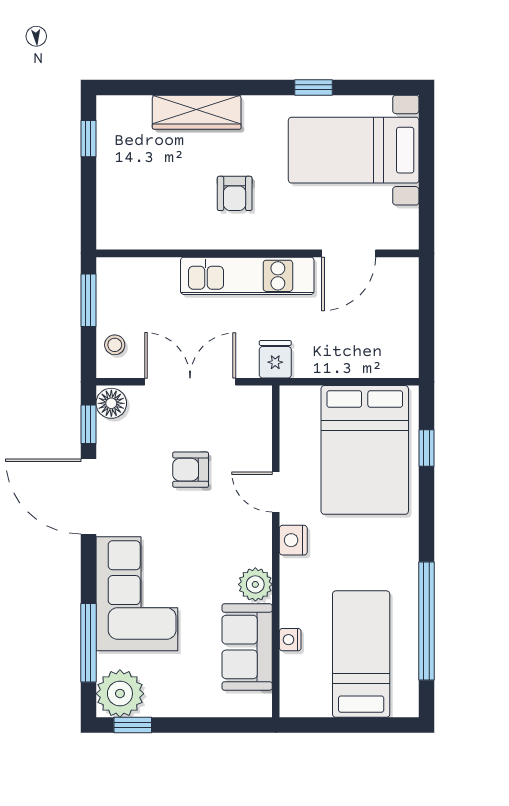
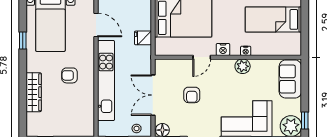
armchair: (235, 193) -> (70, 75), turned 180
kitchen unit: (247, 276) -> (106, 81), width x1.36
fridge: (275, 359) -> (143, 38), moved
nightstand: (290, 640) -> (246, 51), moved
sofa: (247, 647) -> (290, 79), moved, turned 90

